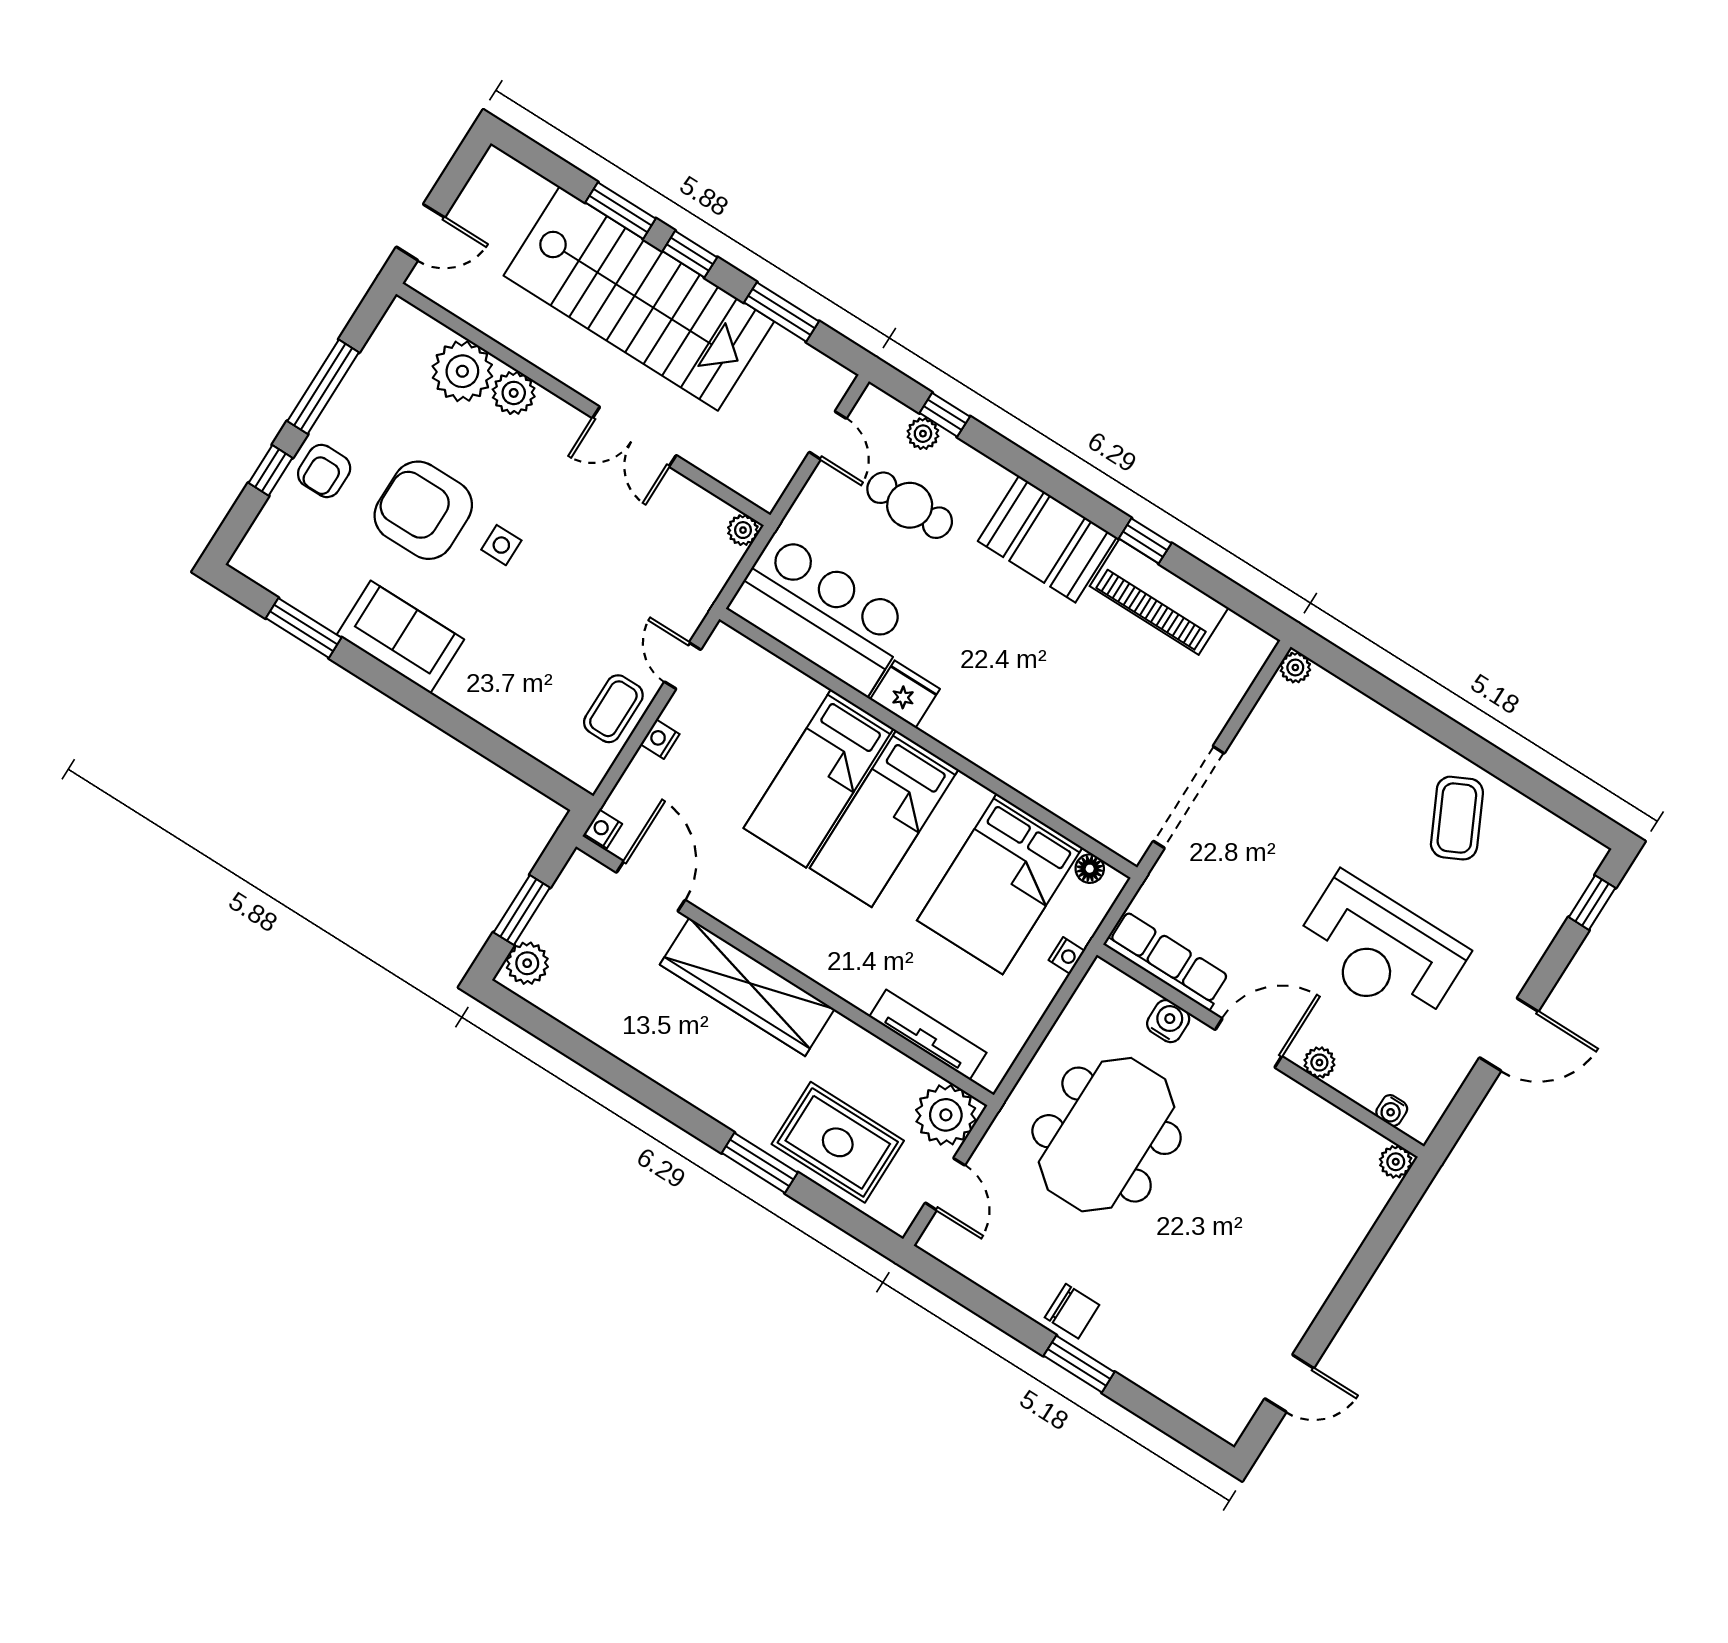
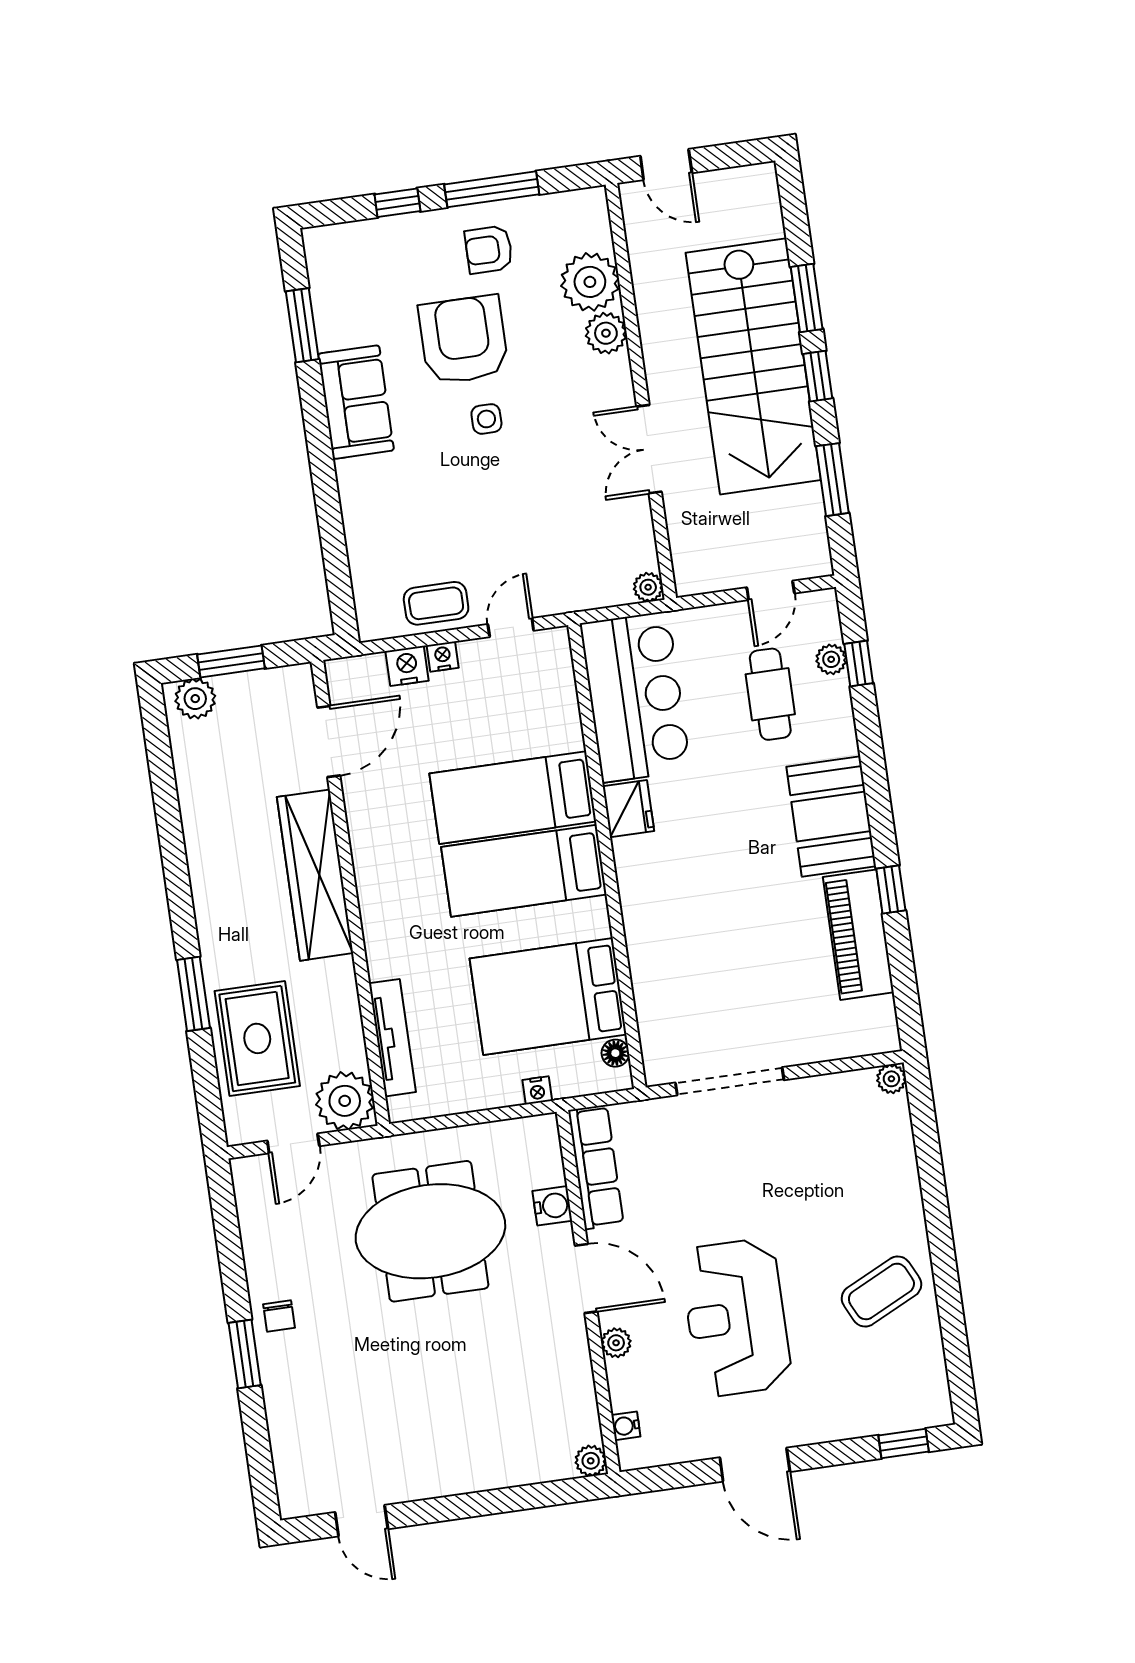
armchair: (324, 471) -> (489, 250), moved
nightstand: (603, 829) -> (407, 666), moved, width x1.39, depth x1.35
chair: (1072, 1311) -> (279, 1316), width x0.73, depth x0.73

